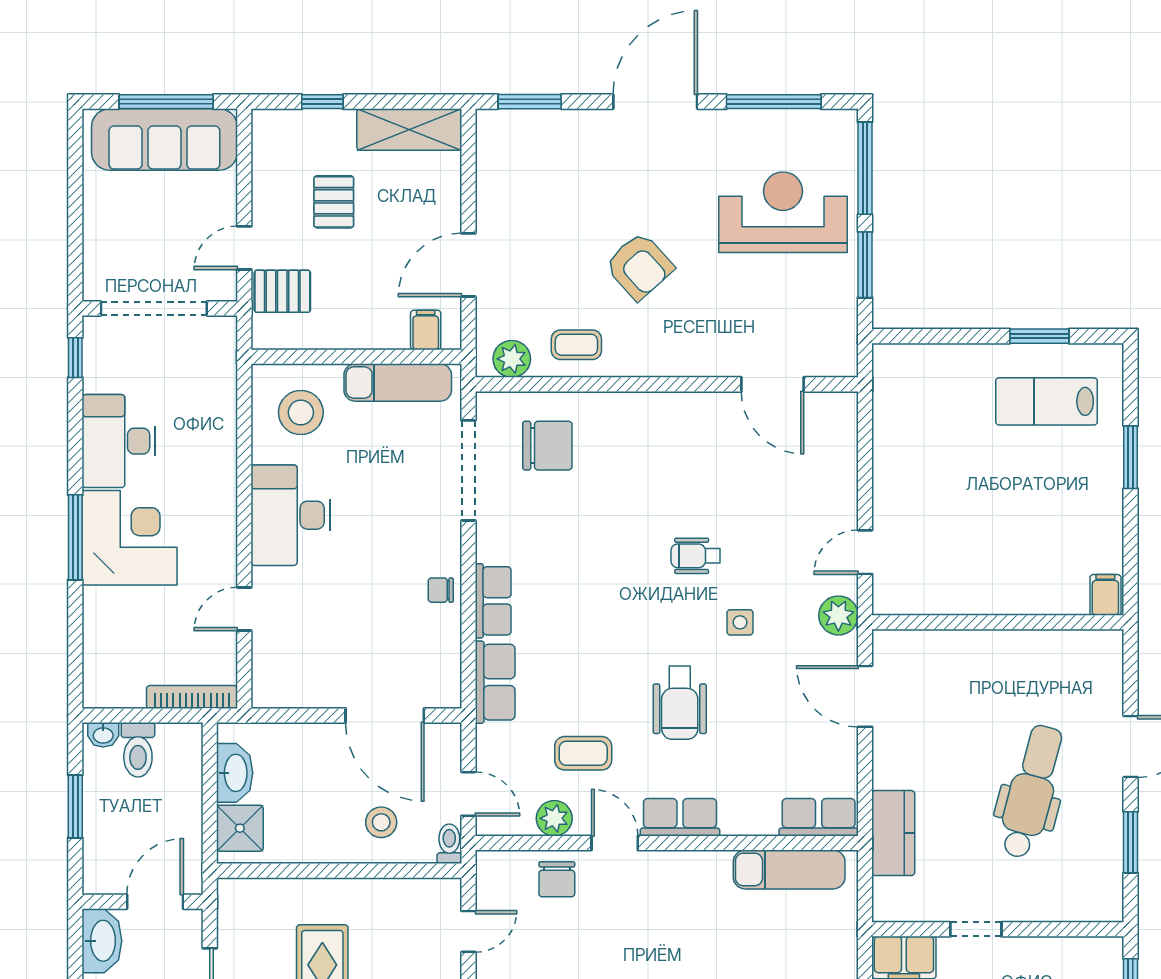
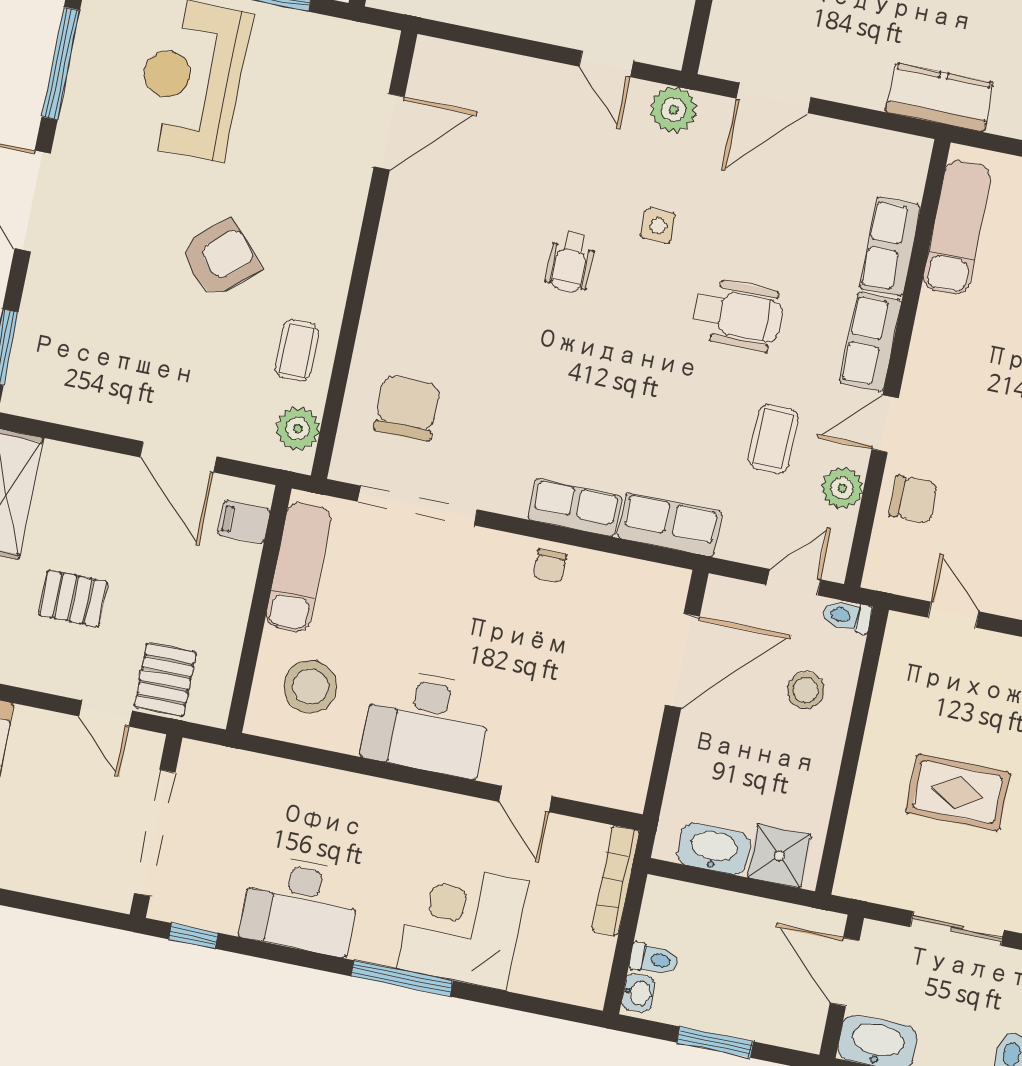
corner desk: (129, 538) -> (462, 925), moved
toilet: (138, 750) -> (654, 959), width x0.73, depth x0.72
row of seats: (819, 817) -> (890, 247), moved

